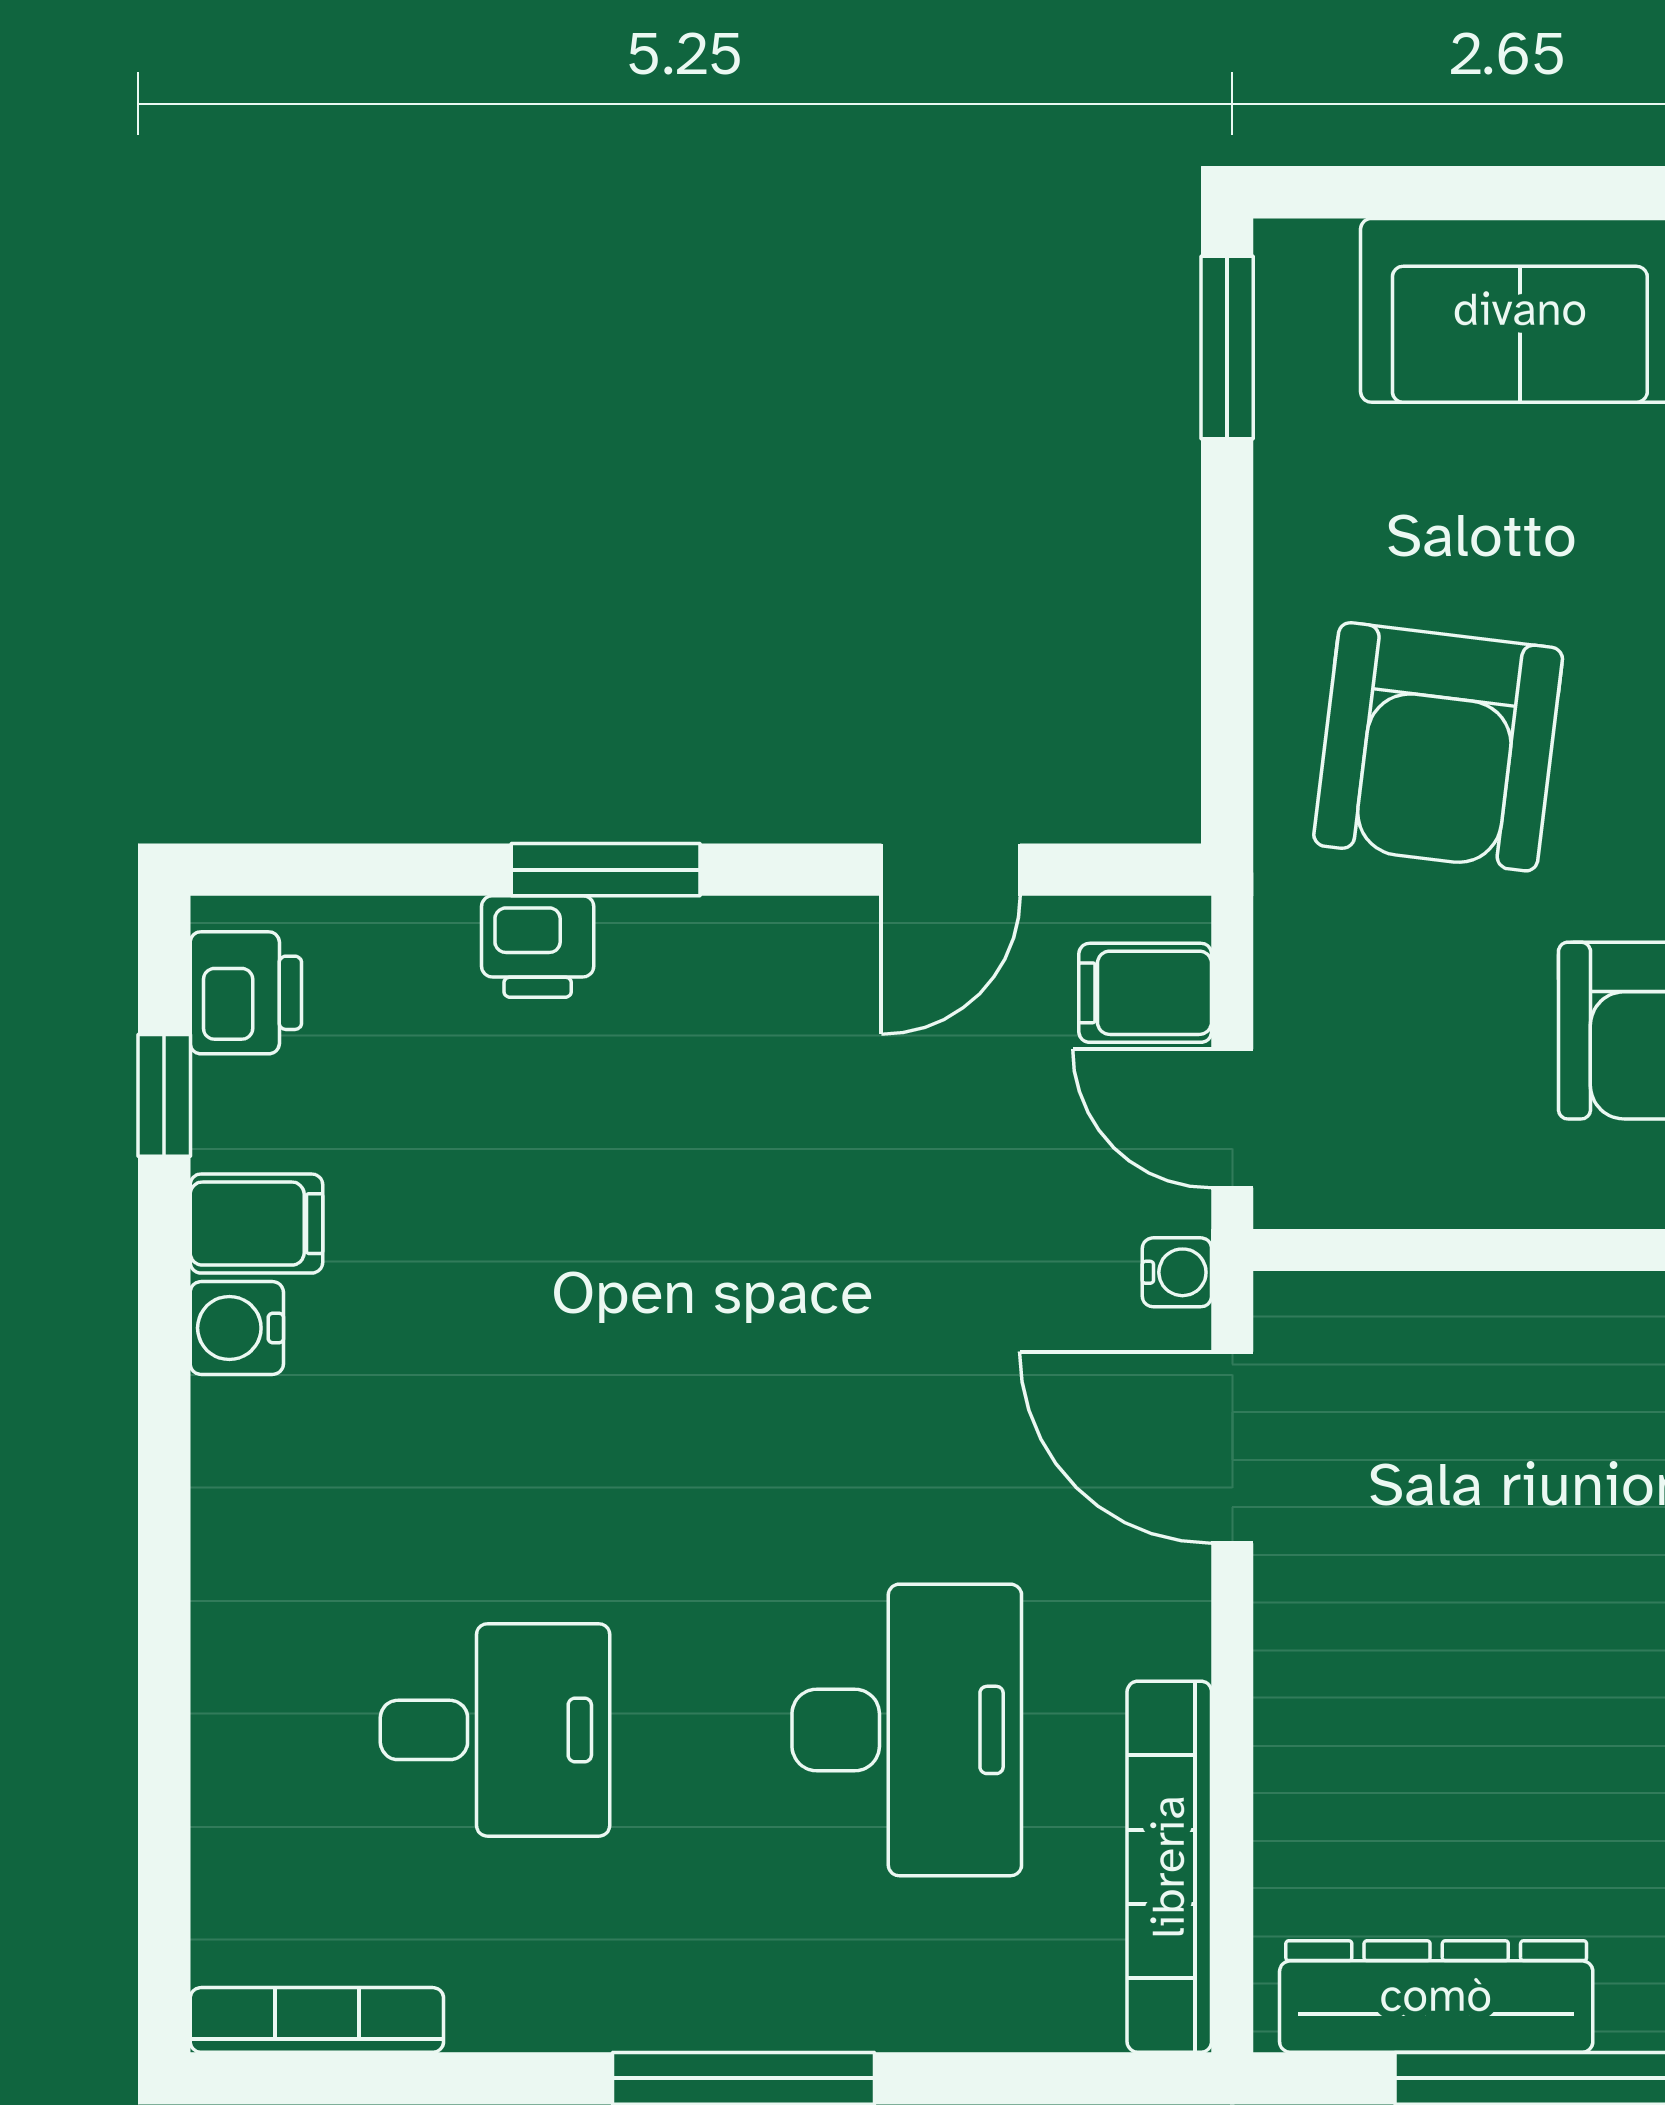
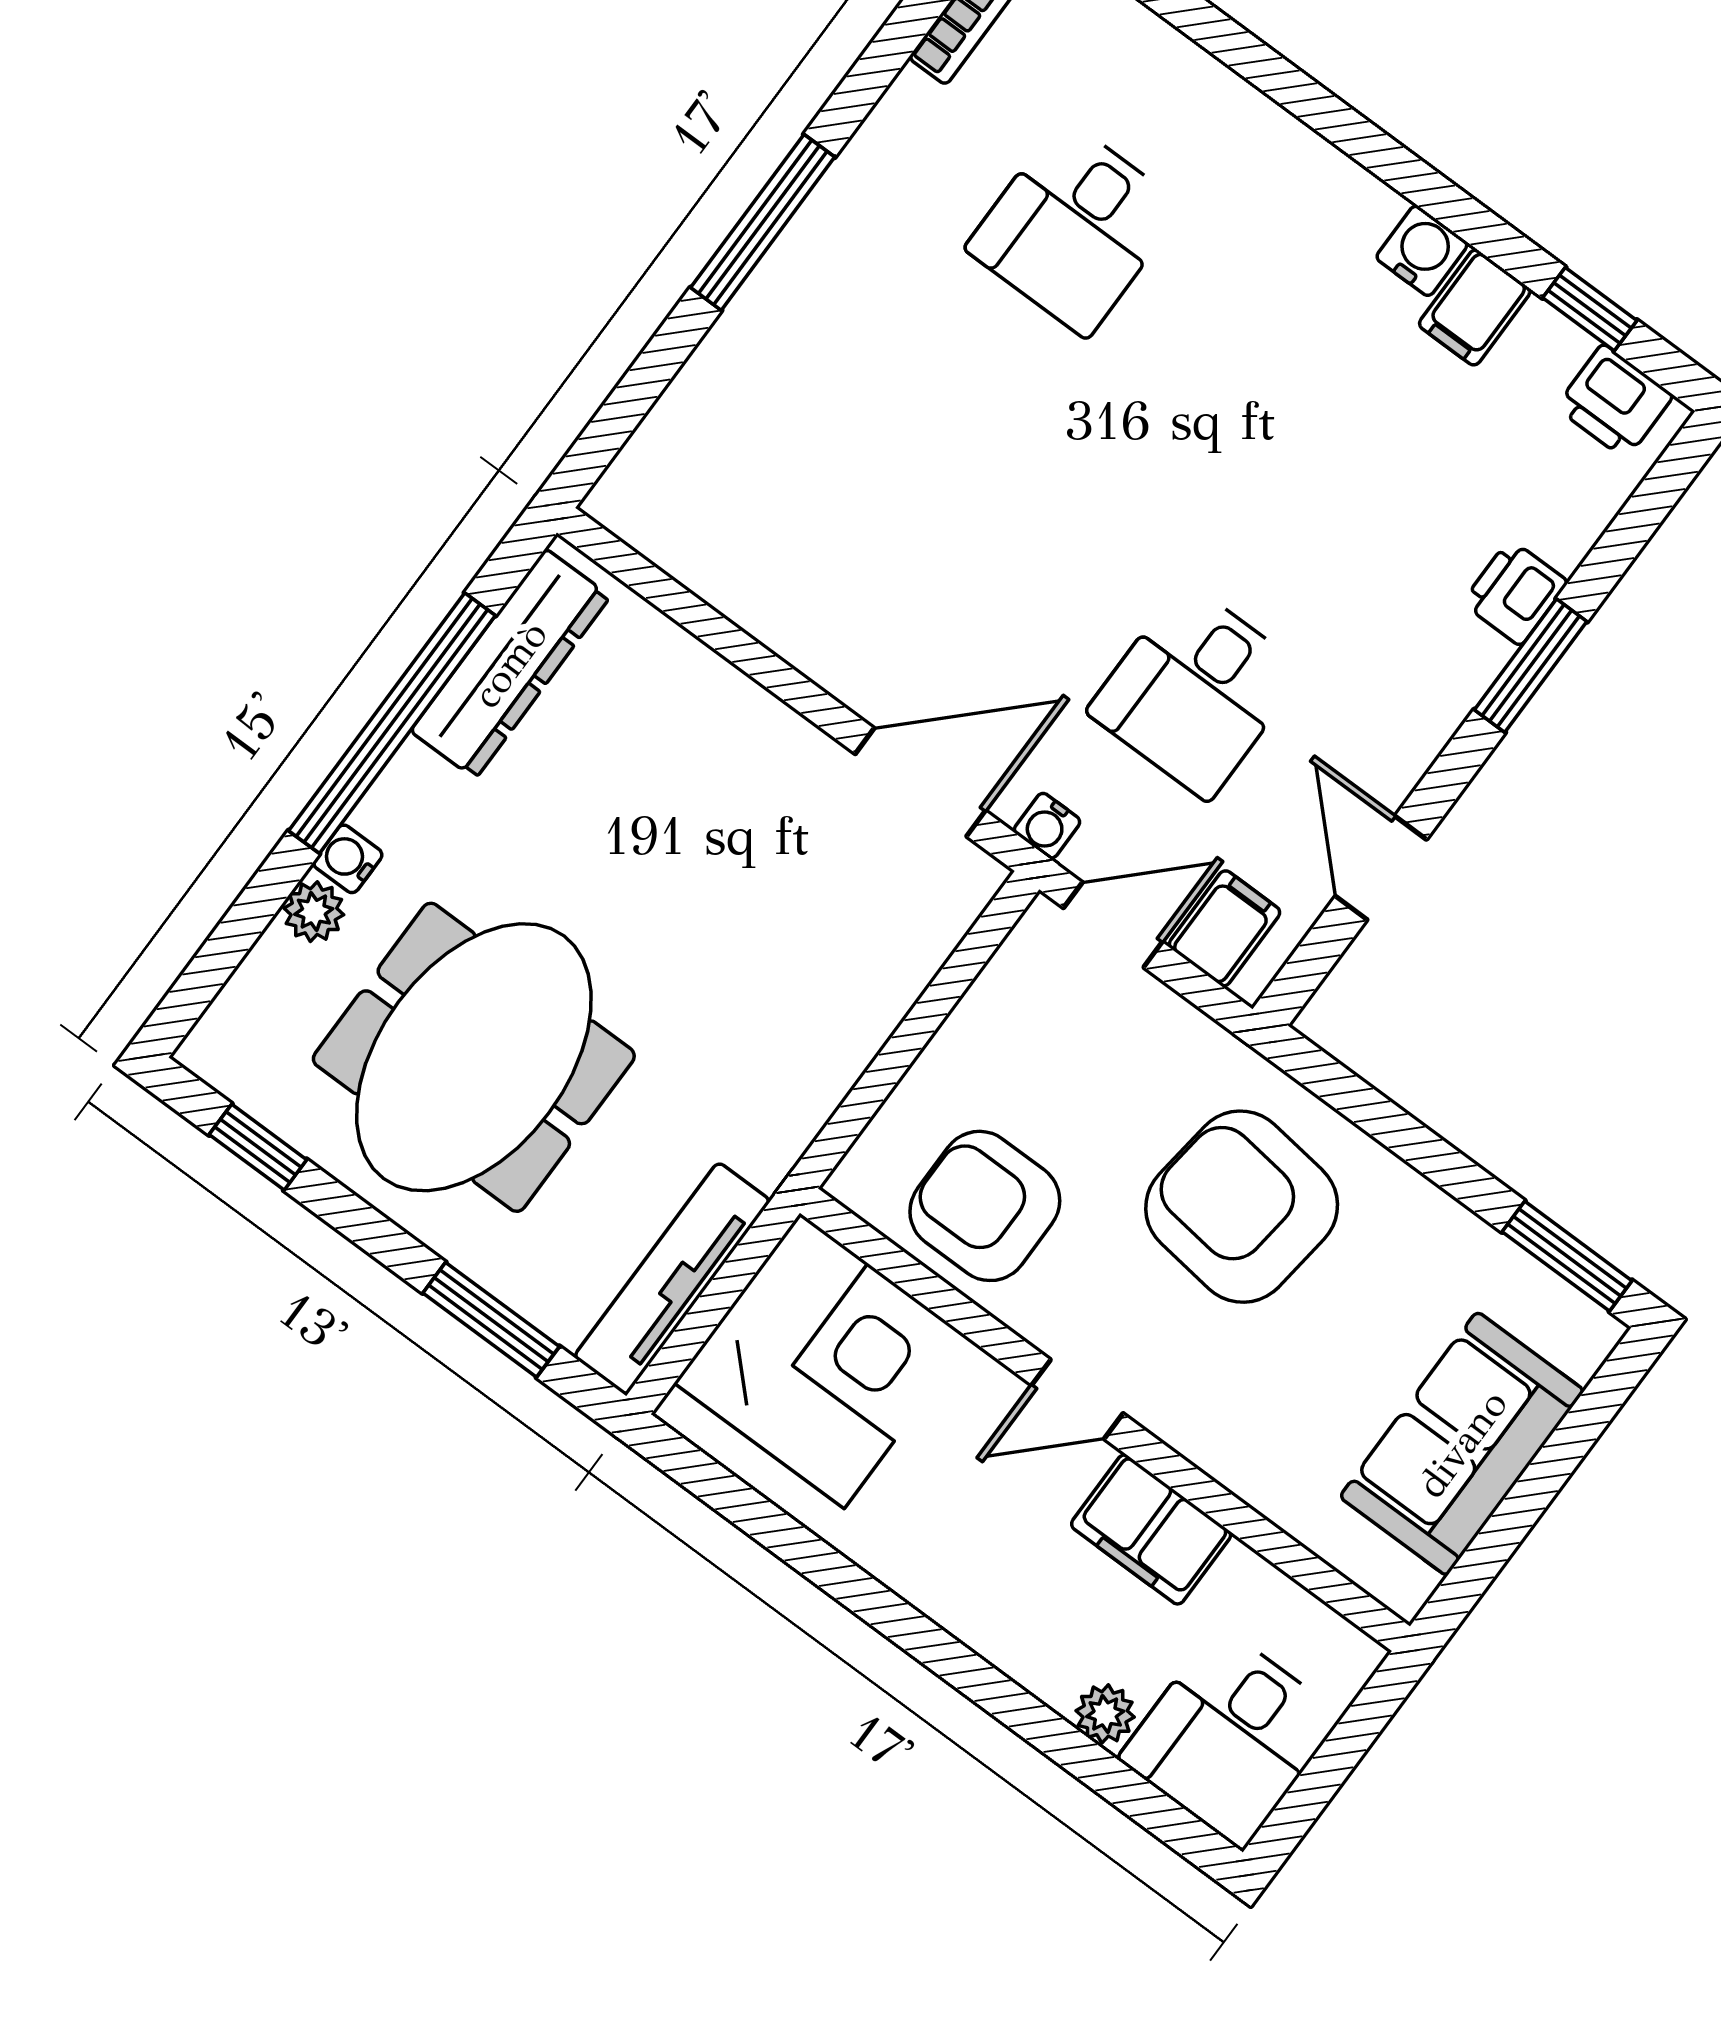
desk: (907, 1730) -> (1196, 691), moved, width x0.73
bookcase: (1169, 1867) -> (702, 564), removed

